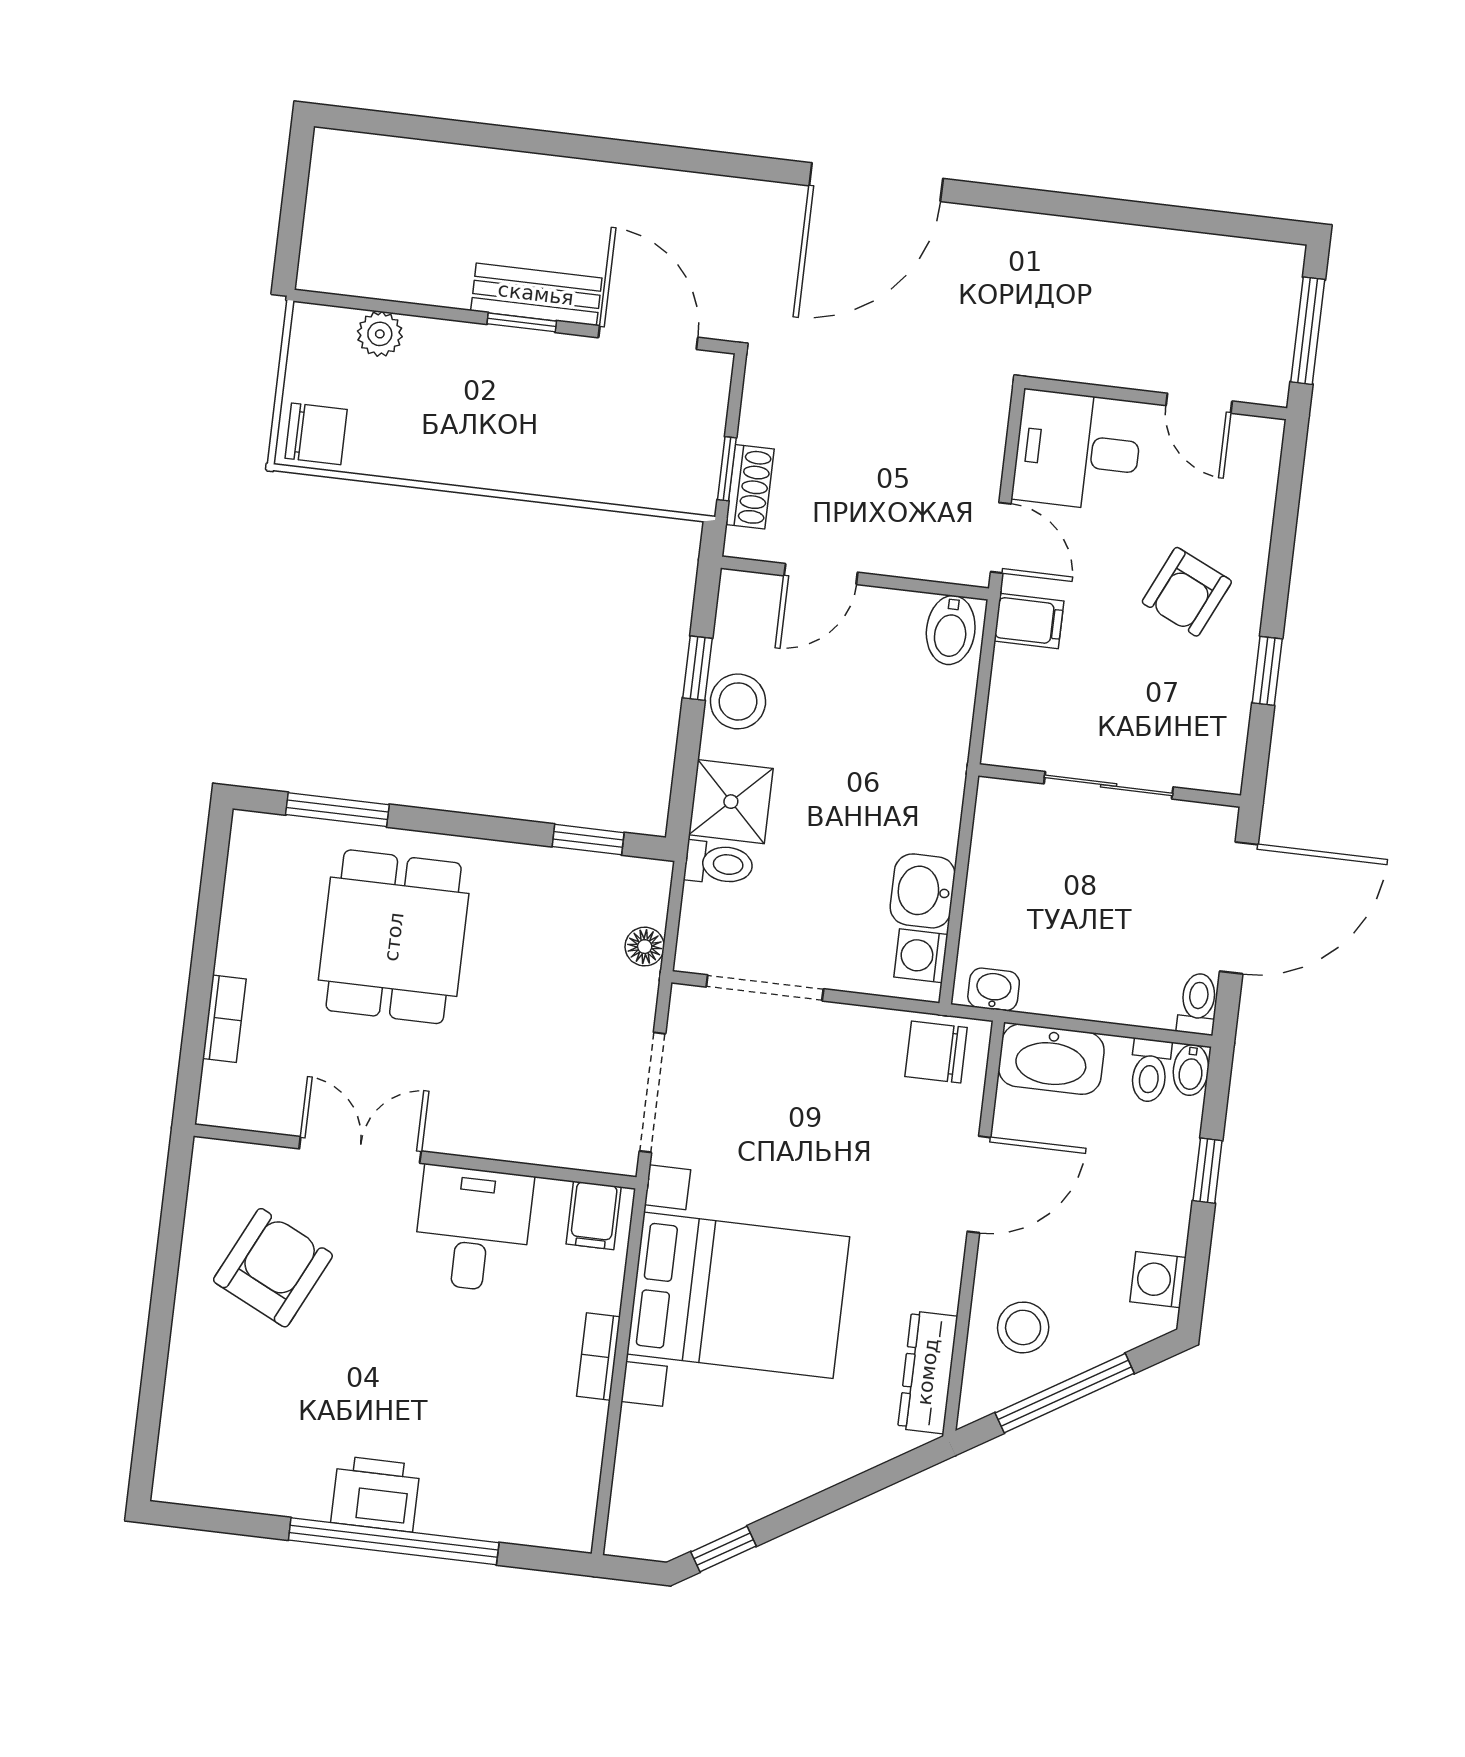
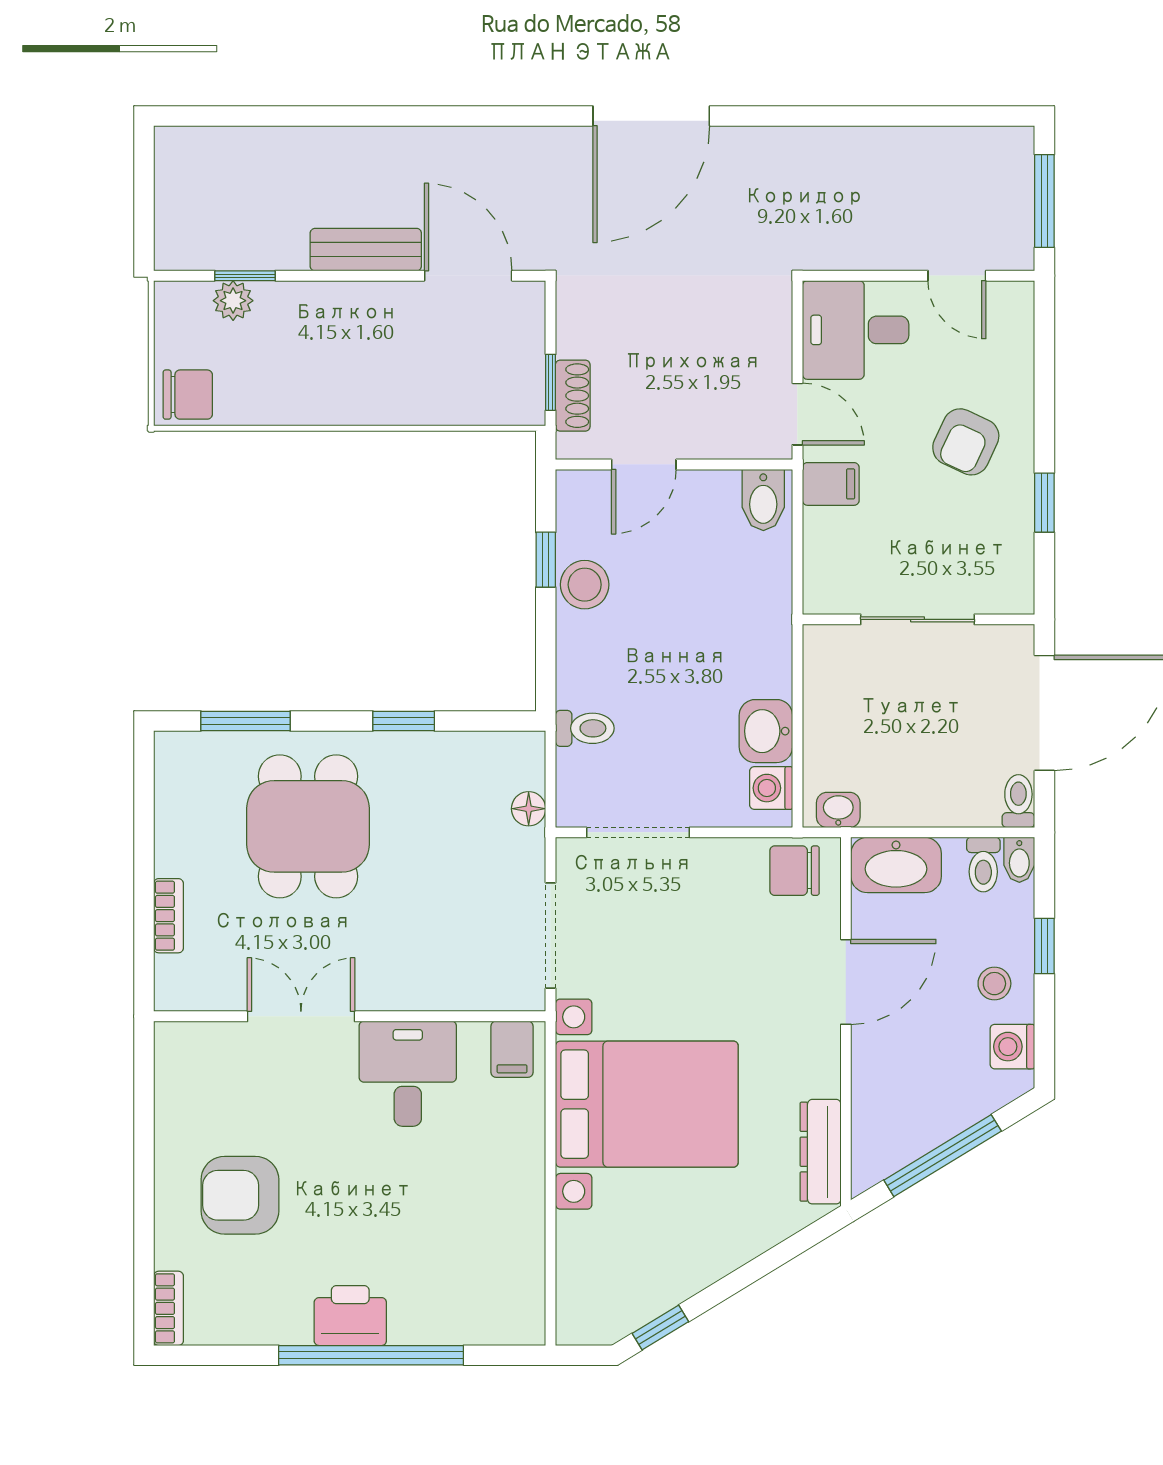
window: (522, 322) -> (245, 276), moved
shower: (731, 802) -> (589, 673), removed
window: (588, 840) -> (404, 721), moved
armchair: (273, 1268) -> (240, 1195), moved, turned -116
stool: (1023, 1327) -> (994, 984), moved, width x0.73, depth x0.73
bookcase: (598, 1356) -> (169, 1308), moved, turned 180

